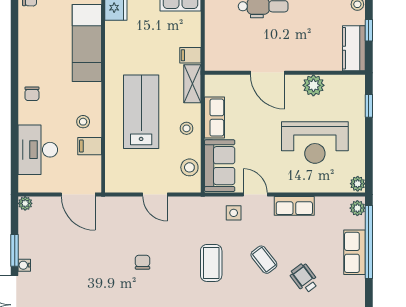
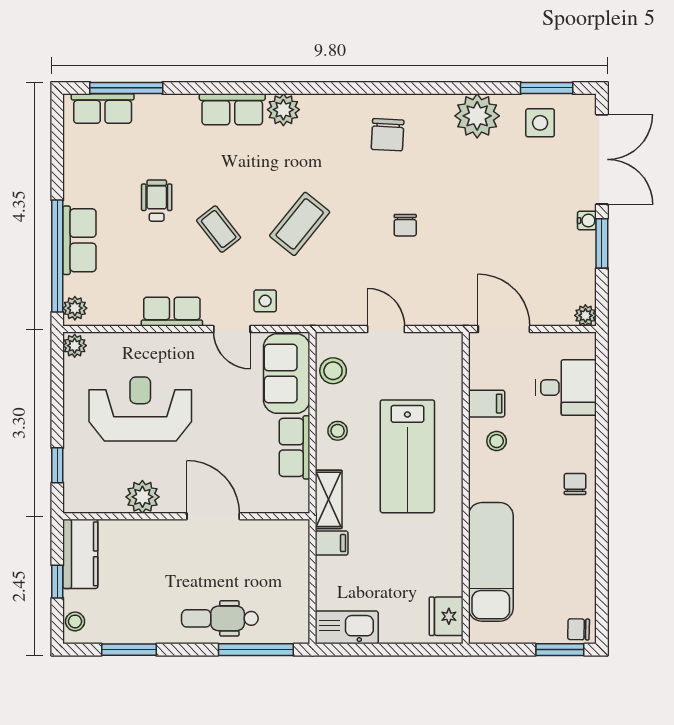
desk: (38, 150) -> (566, 388), width x0.73
coffee table: (211, 263) -> (300, 224), turned 39
wheelchair: (304, 278) -> (157, 201), turned -143

